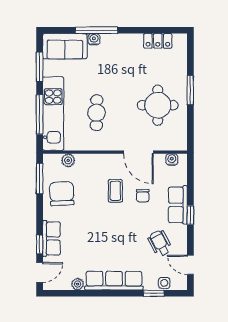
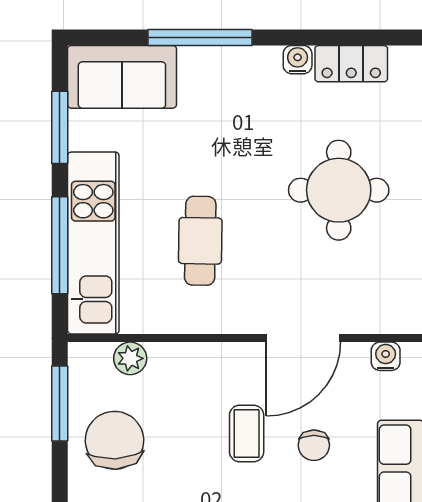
water cooler: (94, 39) -> (298, 60), moved
round table: (158, 105) -> (339, 190), moved
door: (138, 152) -> (303, 338), hinge flipped

